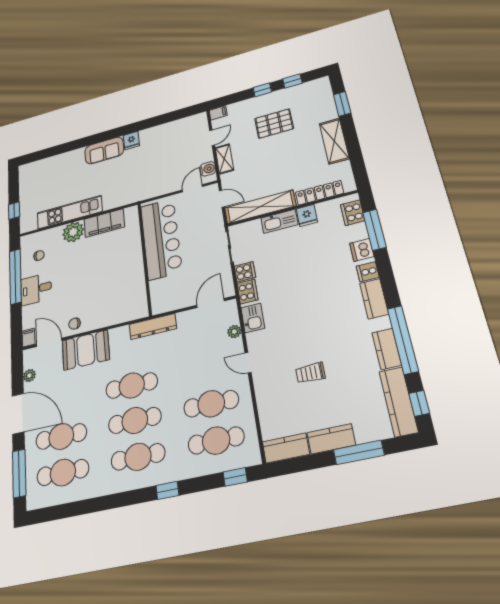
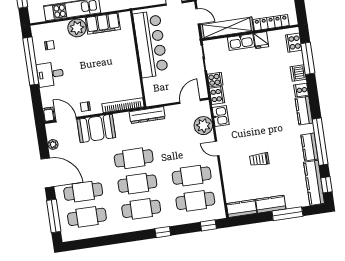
bookcase: (122, 317) -> (123, 105), added
plant: (234, 332) -> (203, 126), width x1.88, depth x1.88

